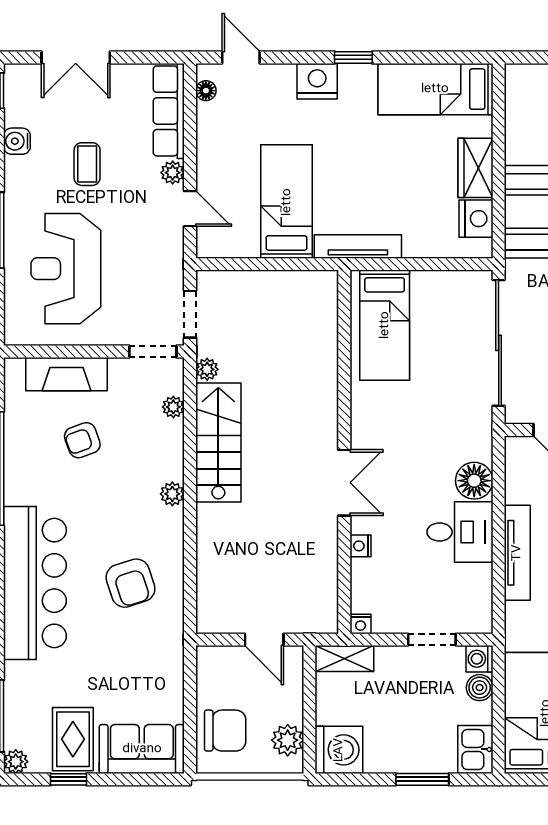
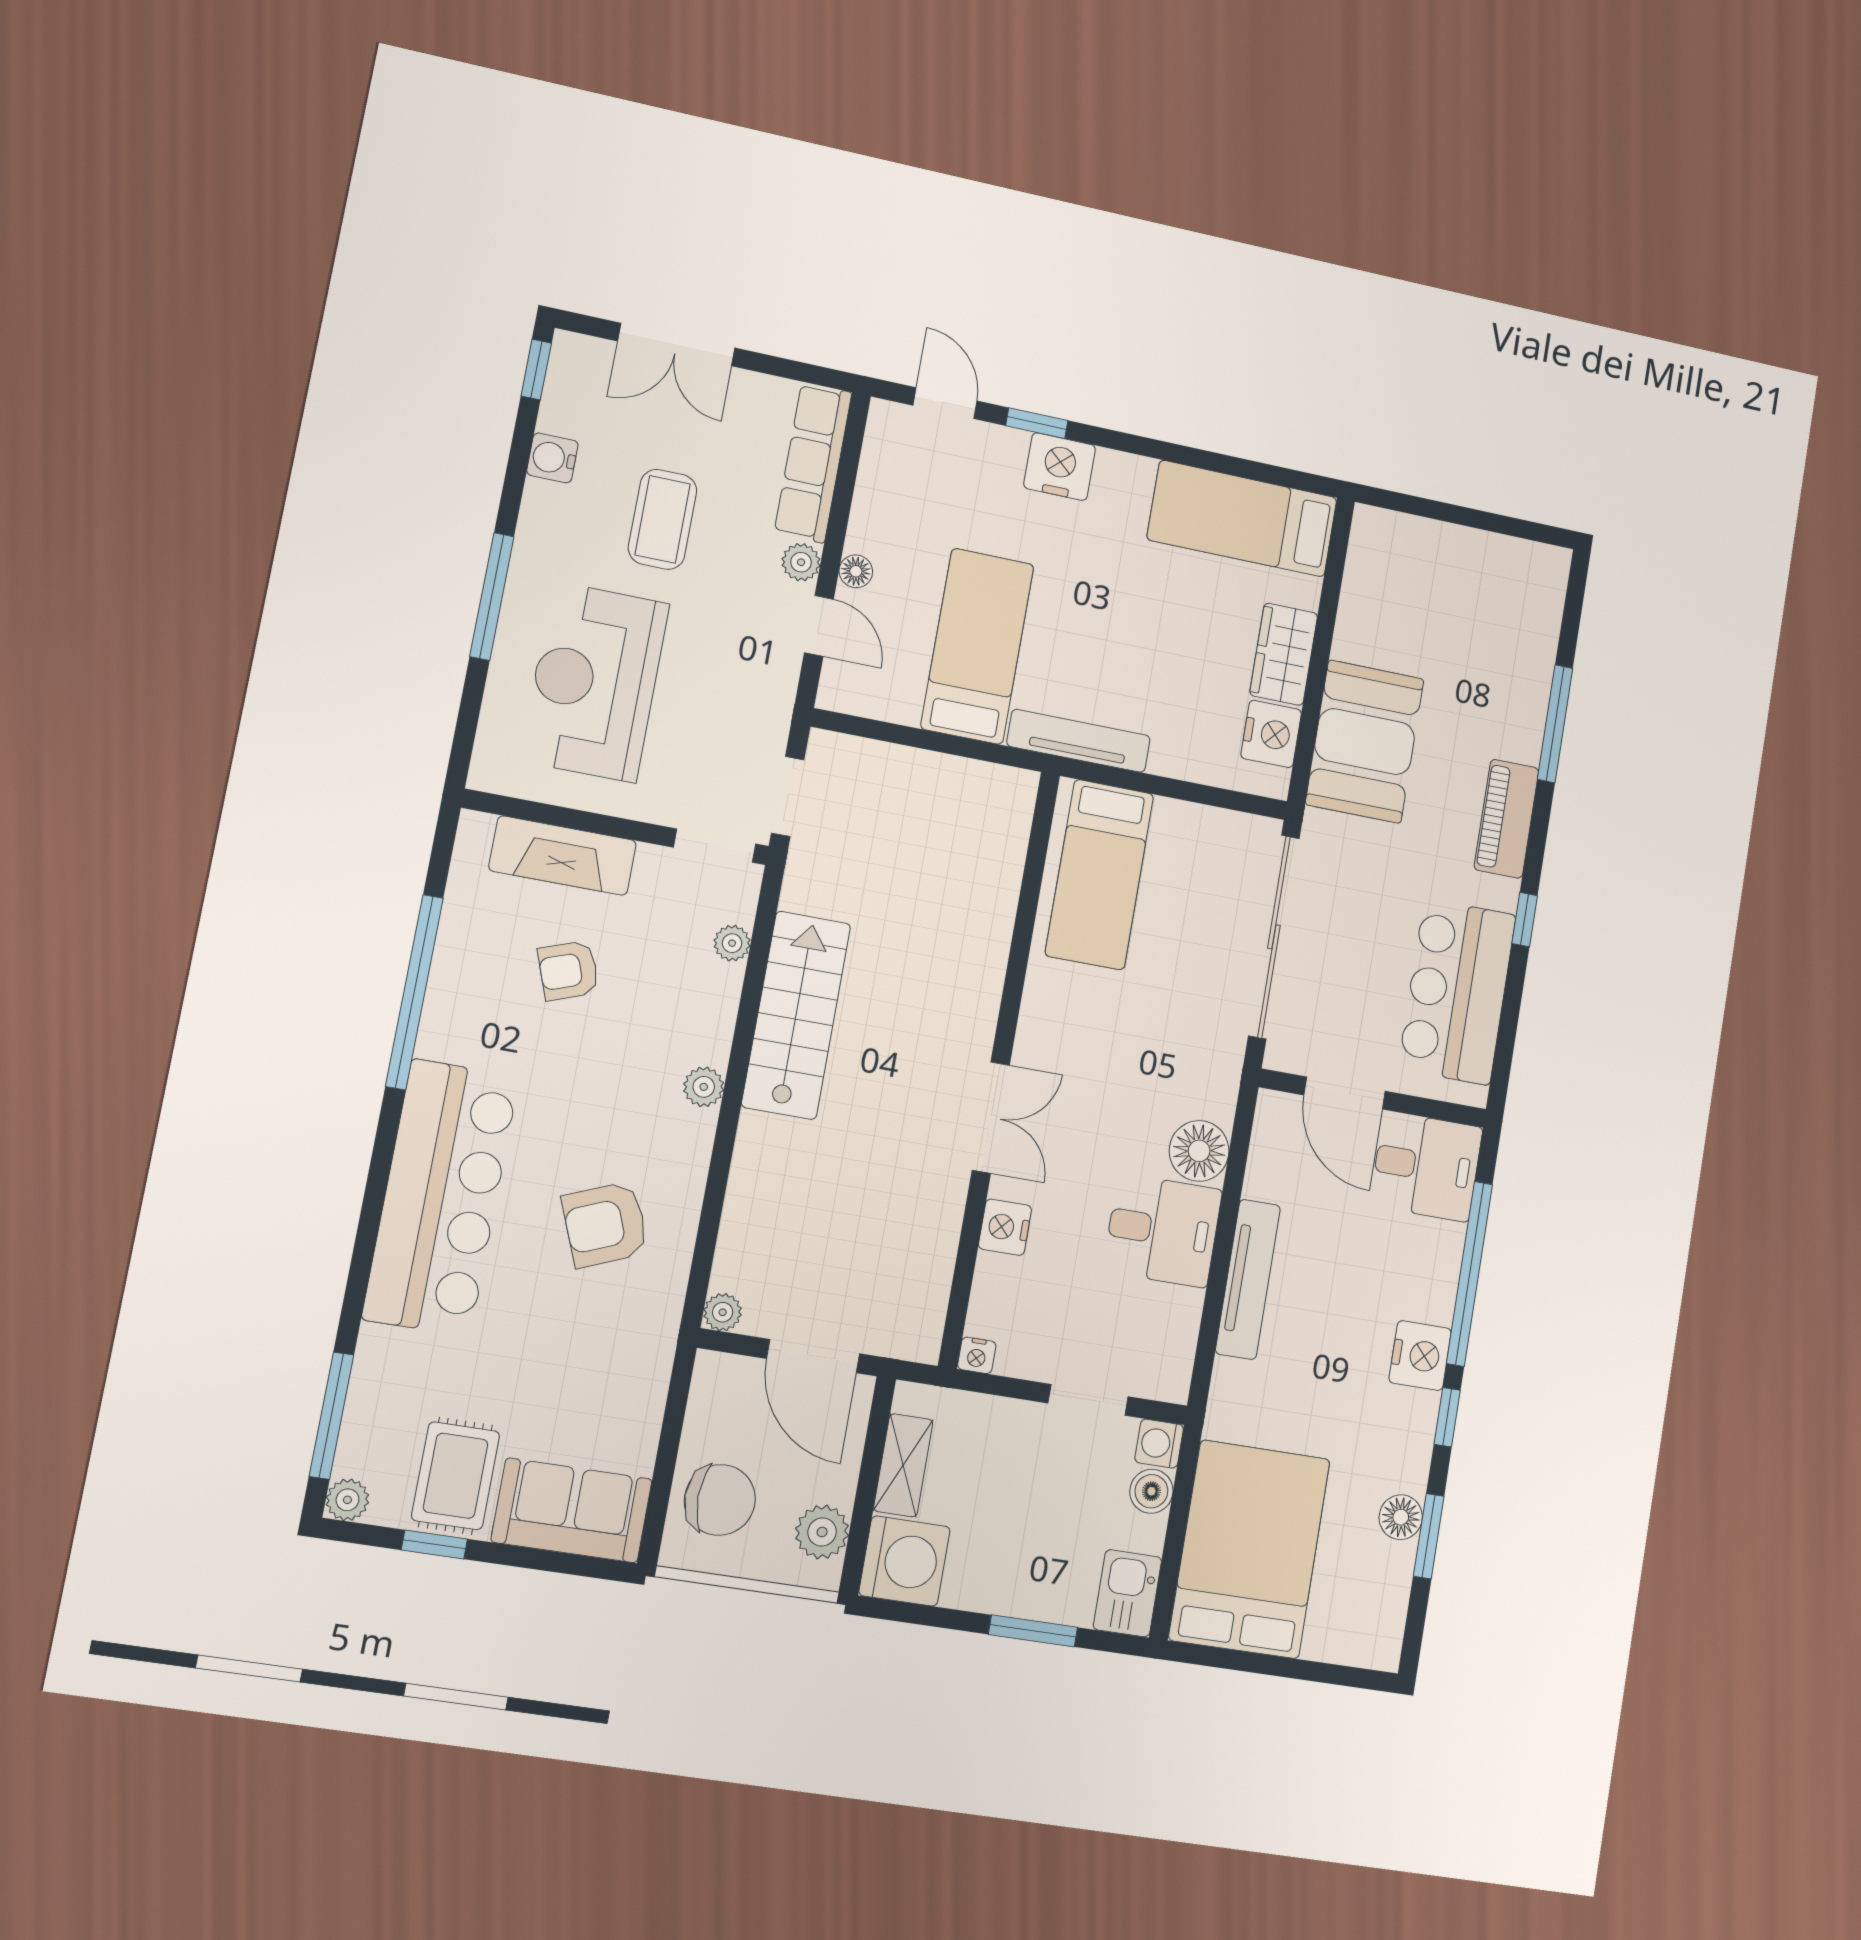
window: (353, 57) -> (1037, 423), moved
floor lamp: (206, 91) -> (856, 571), moved
coffee table: (87, 164) -> (663, 519), width x1.36, depth x1.30
plant: (207, 369) -> (723, 1312), moved
nightstand: (361, 546) -> (1005, 1227), width x1.39, depth x1.35
armchair: (131, 583) -> (605, 1224), turned 86
door: (264, 640) -> (813, 1356), width x1.38
shelving: (344, 659) -> (903, 1465), moved, turned 90

